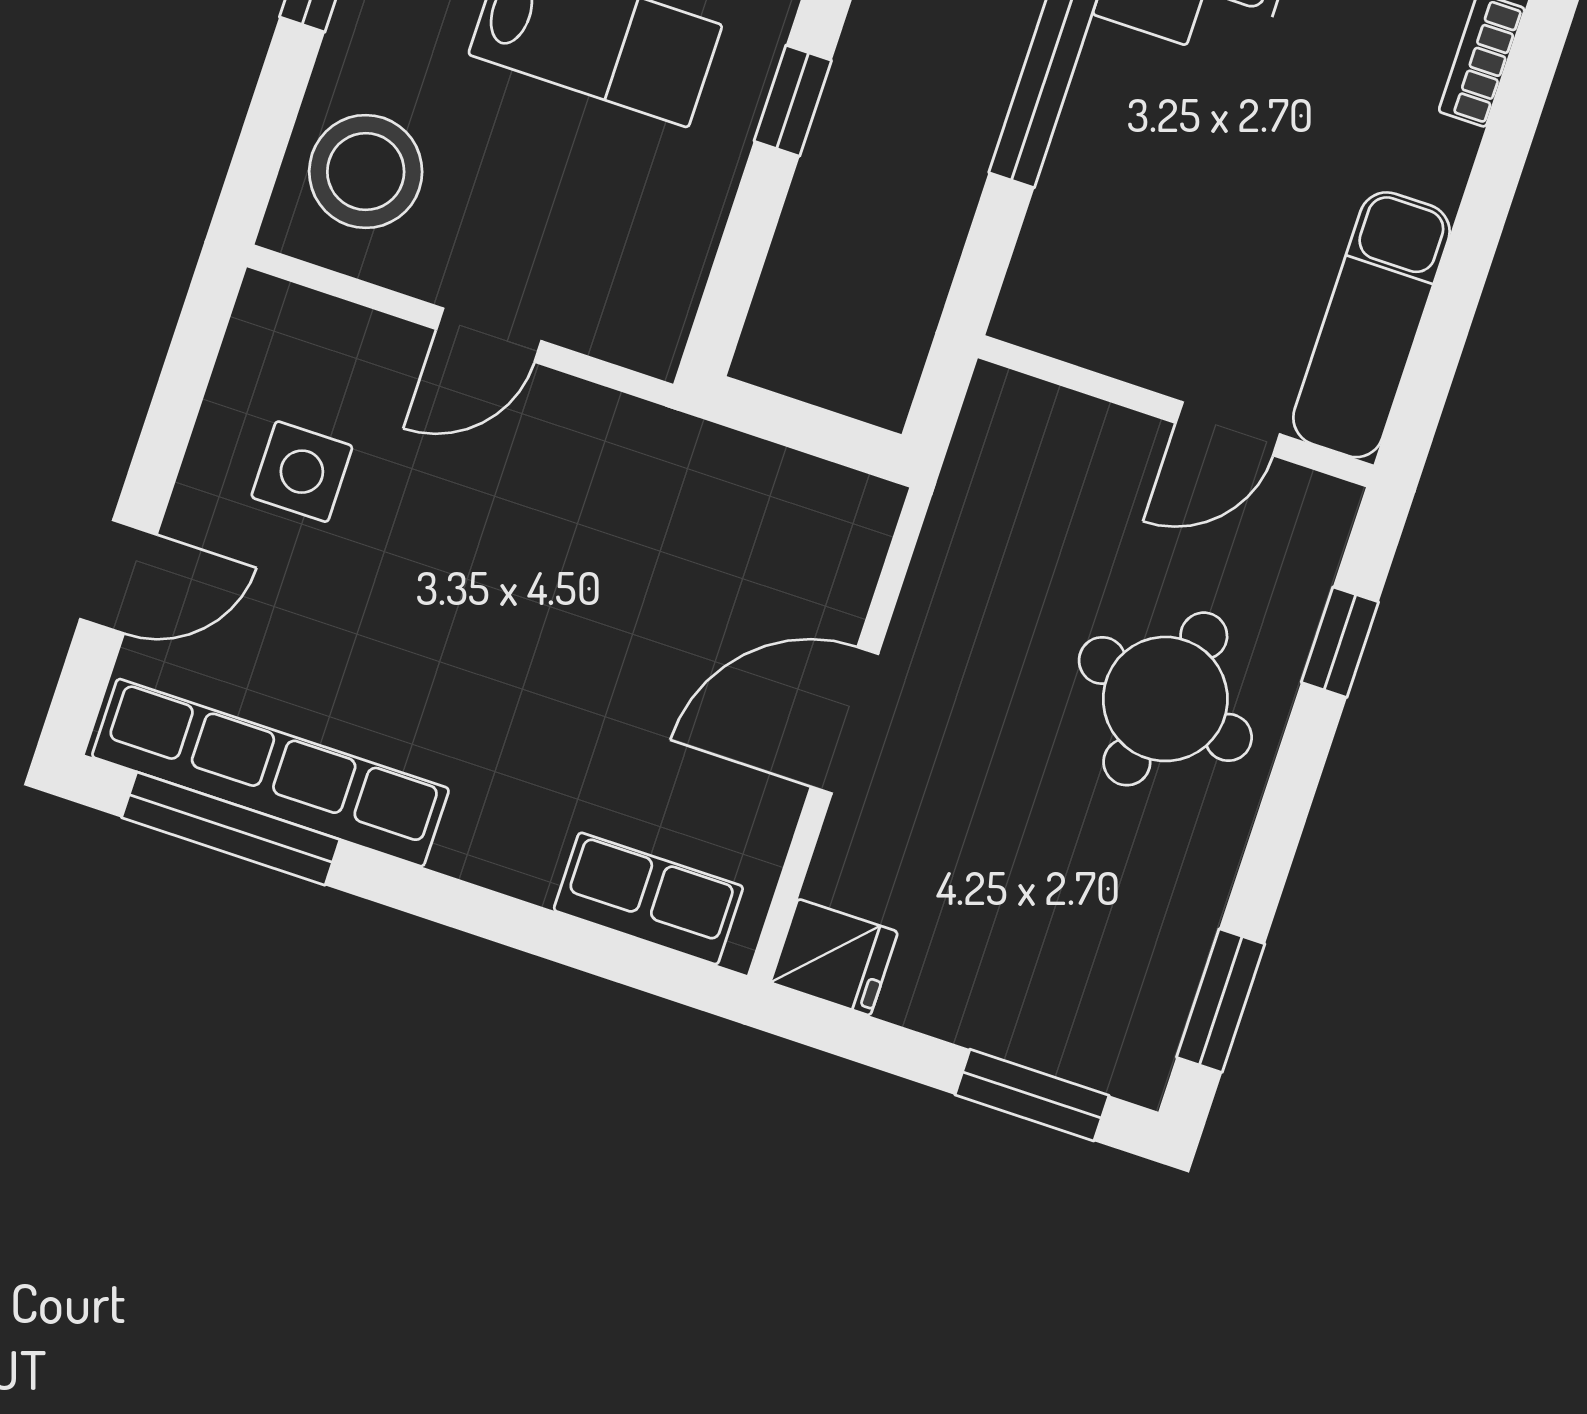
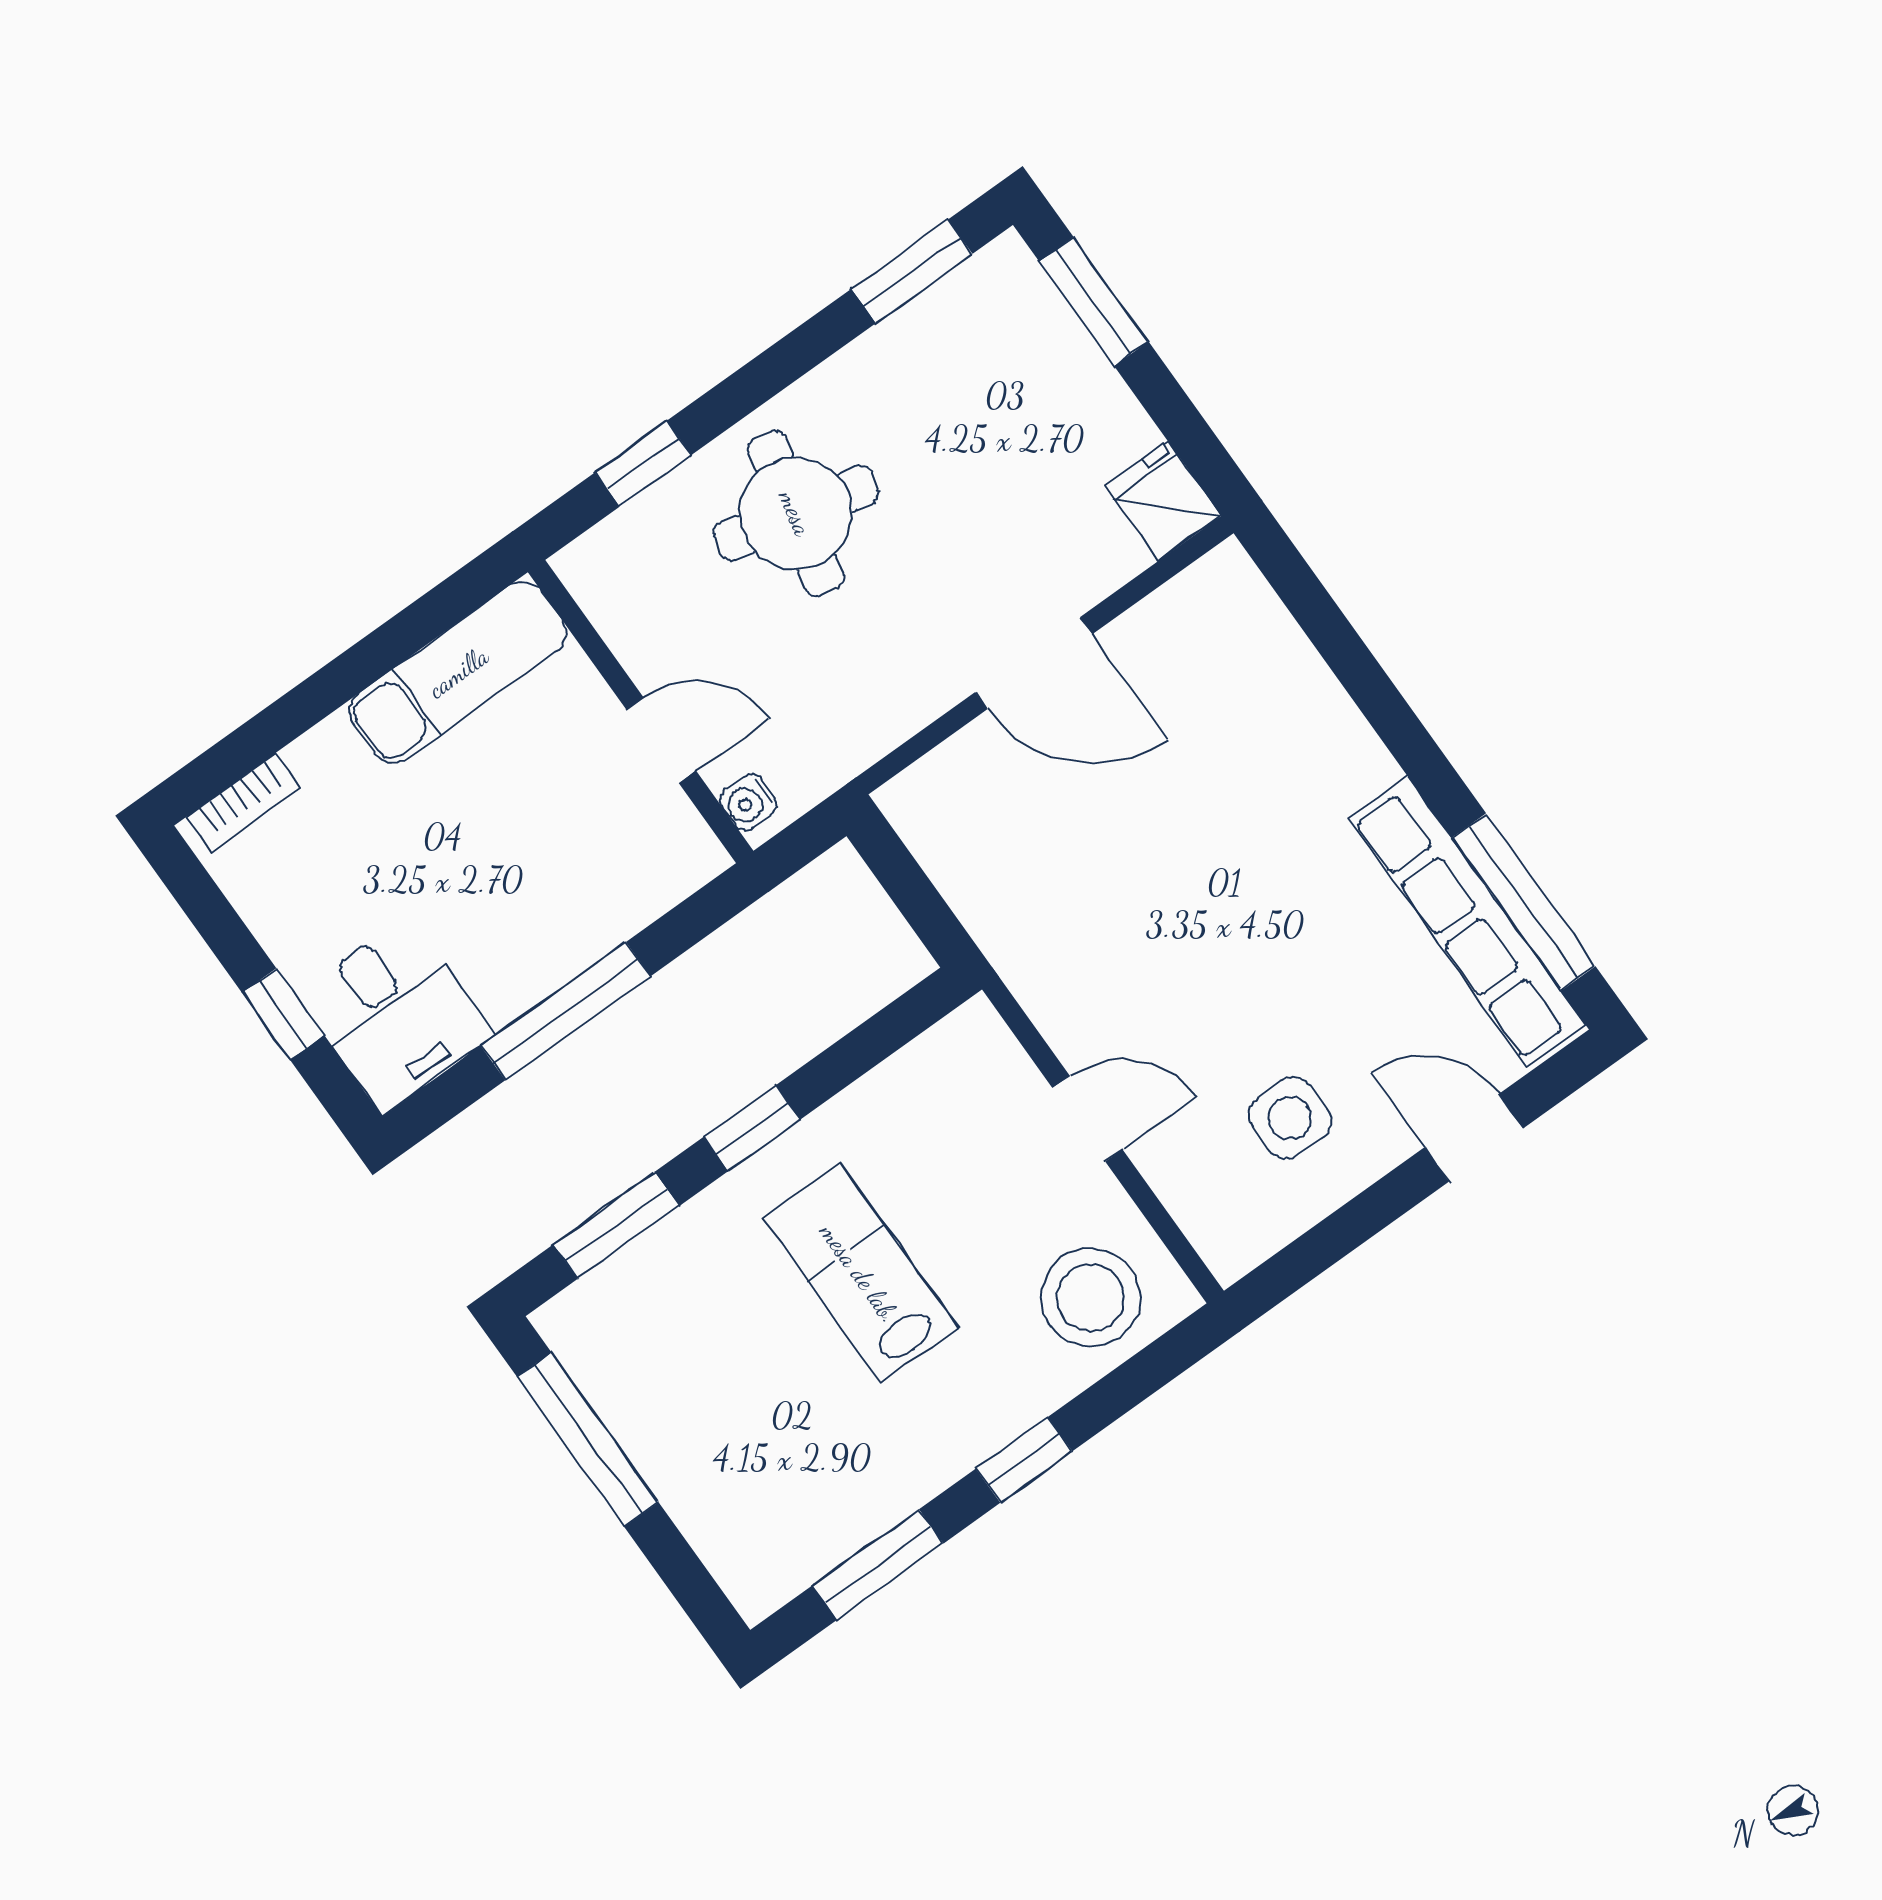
water cooler: (1015, 400) -> (748, 802), added
door: (1228, 429) -> (661, 740), moved
row of seats: (648, 898) -> (1264, 638), removed

